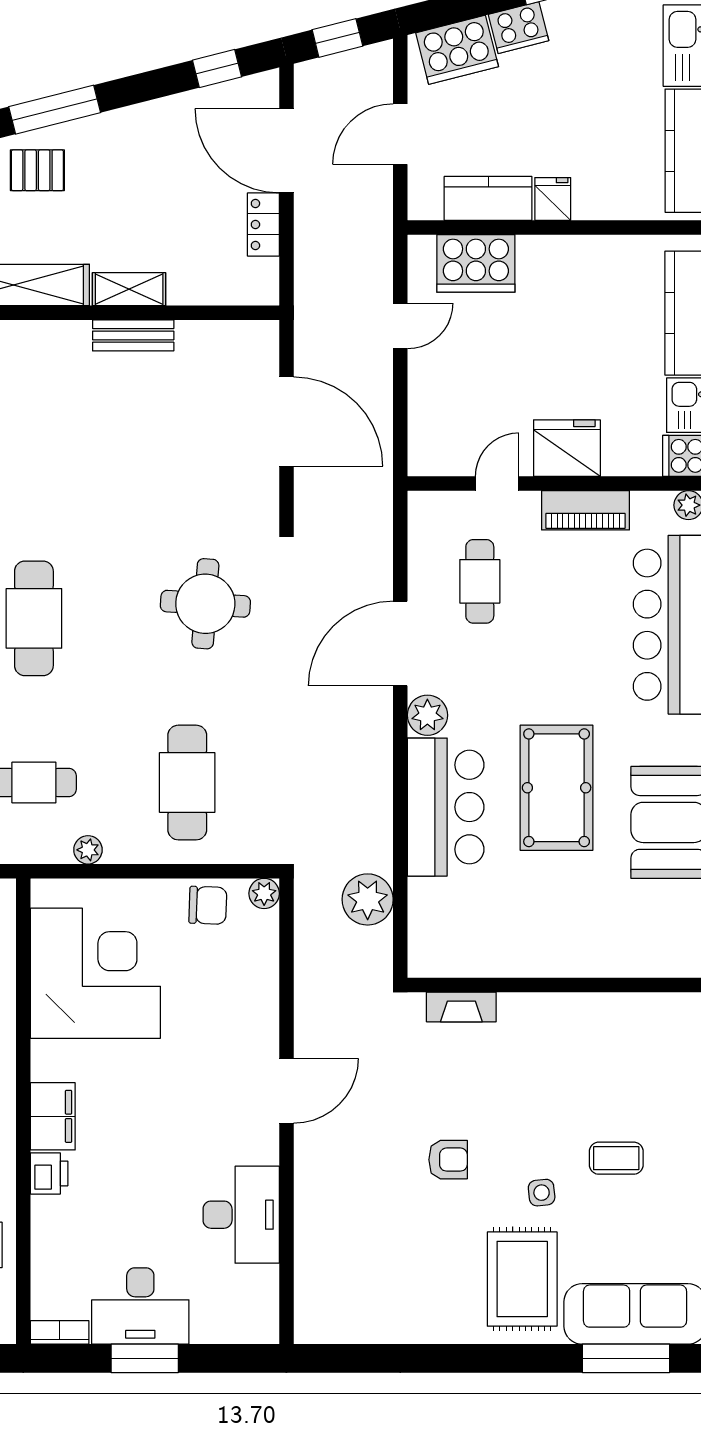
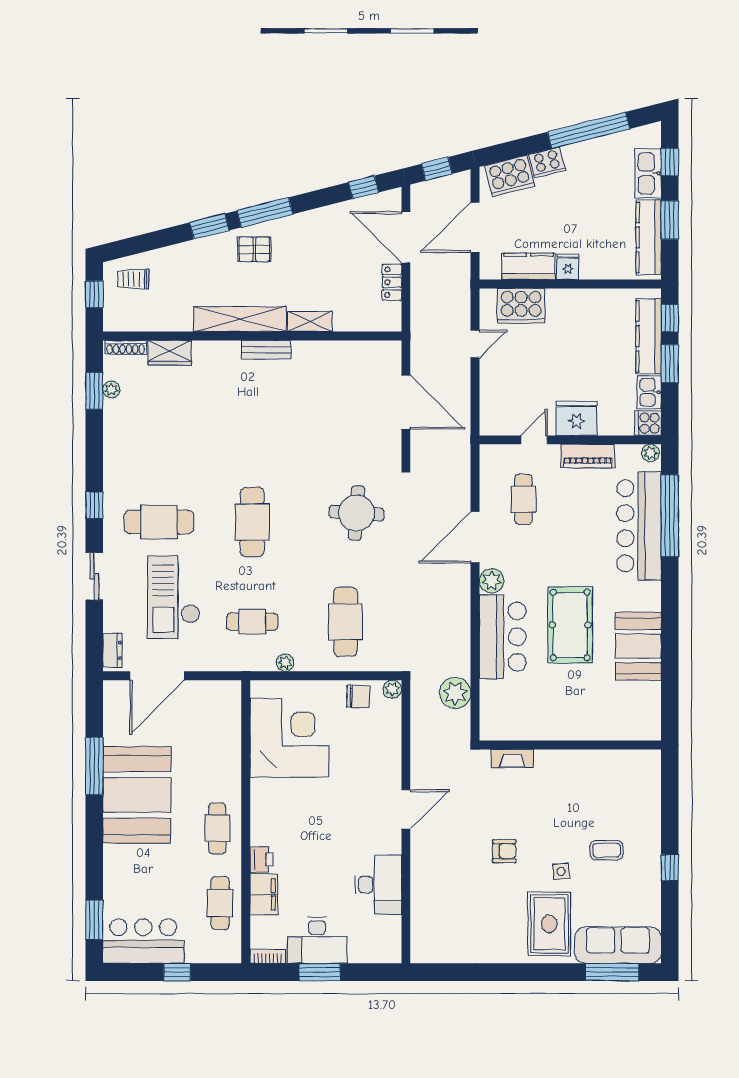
door: (400, 134) -> (475, 227), width x1.36
bench: (133, 335) -> (266, 350), moved
filing cabinet: (53, 1116) -> (264, 894), moved

